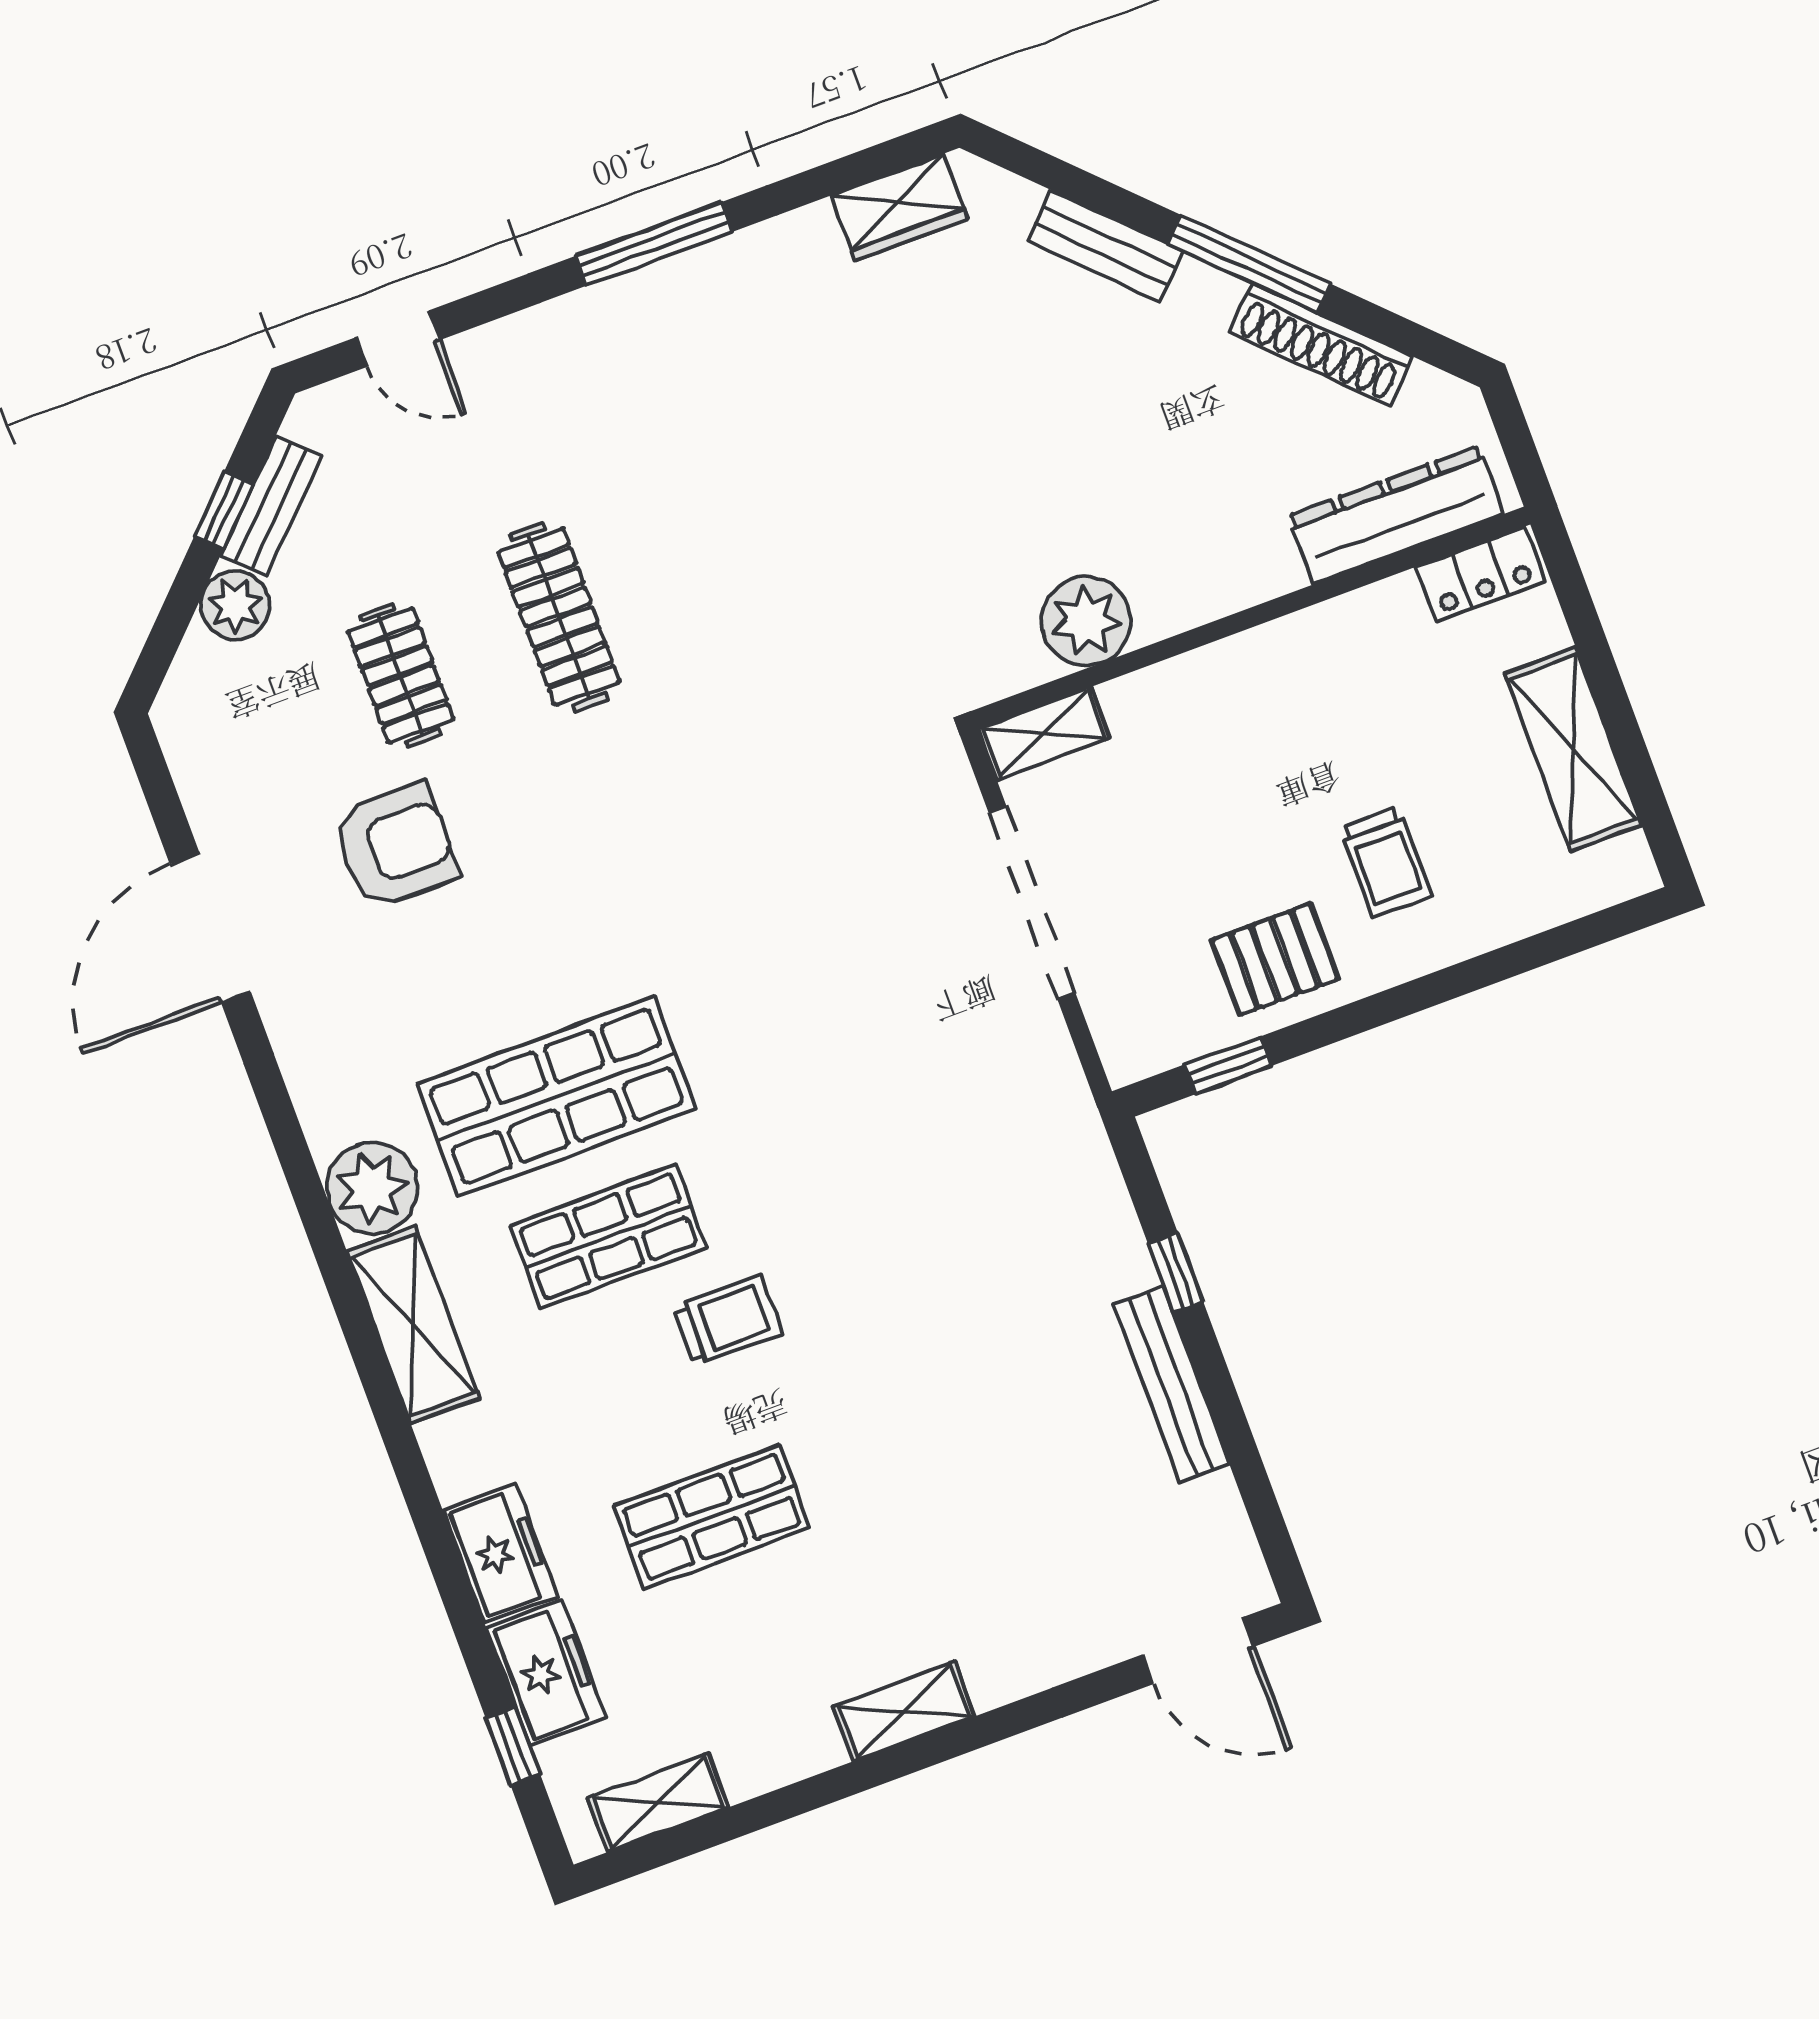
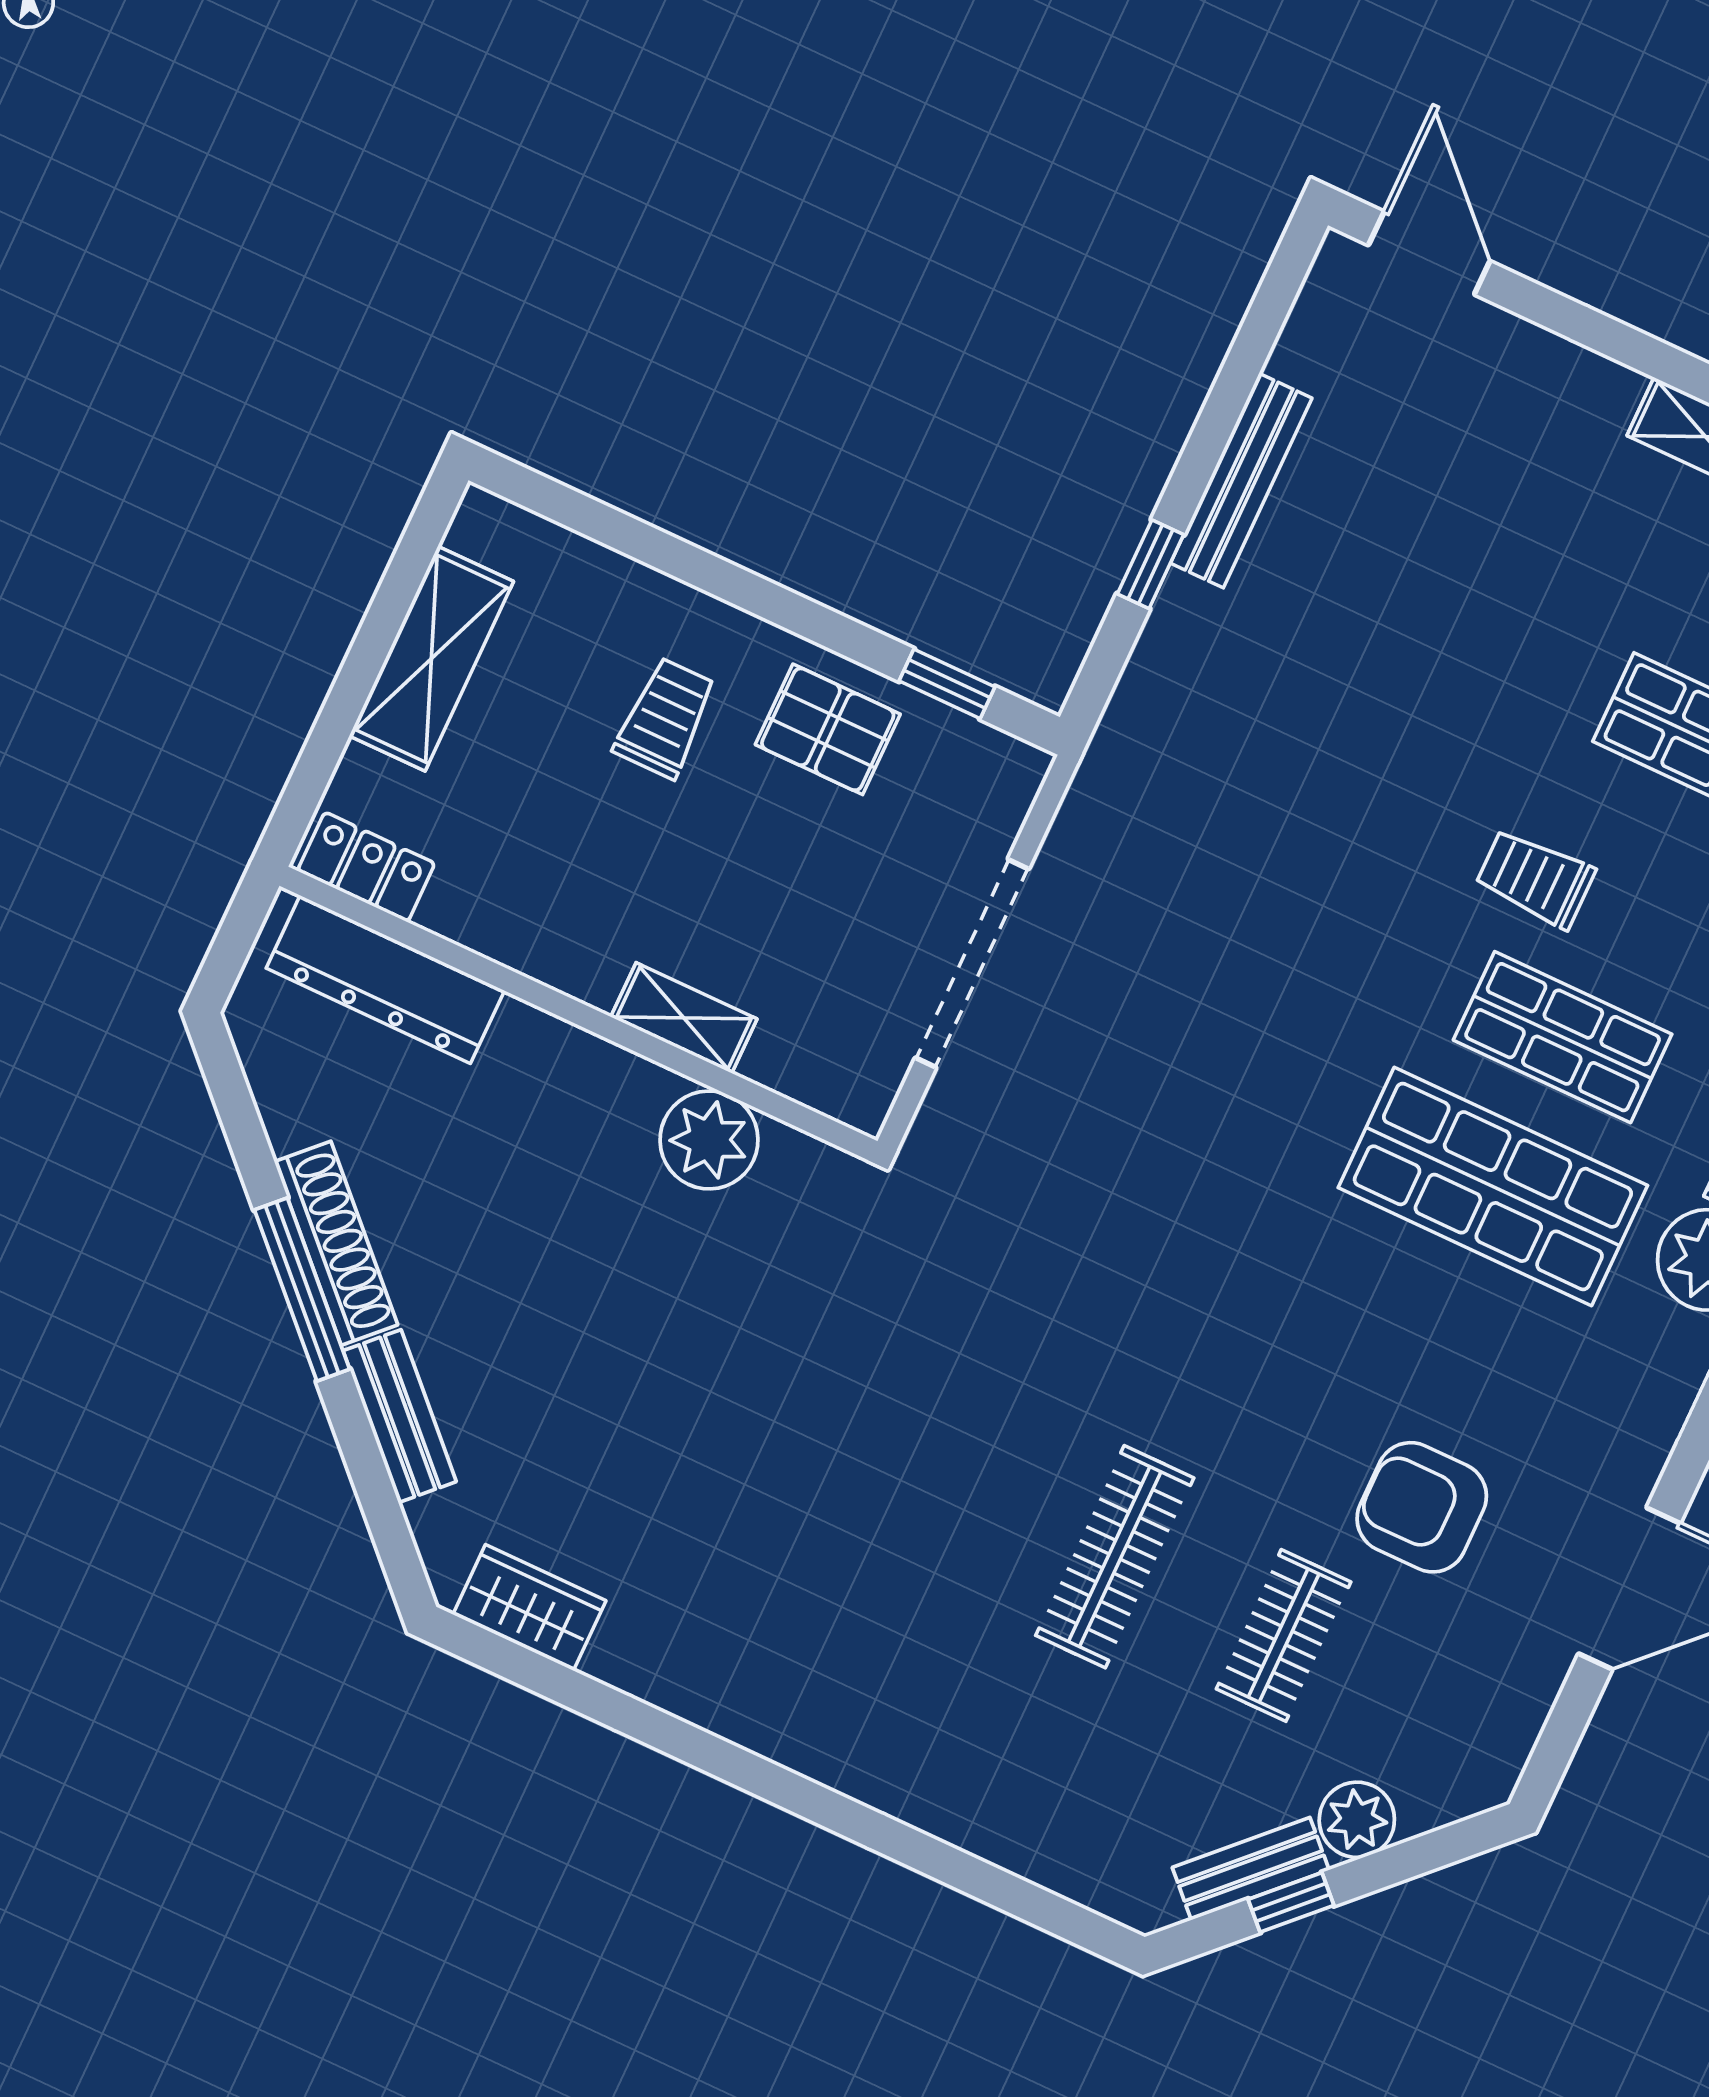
window: (654, 244) -> (748, 1772), removed
door: (398, 339) -> (1022, 1899), removed
shoe rack: (1321, 344) -> (336, 1243), moved
shelving: (1044, 733) -> (684, 1018), moved

